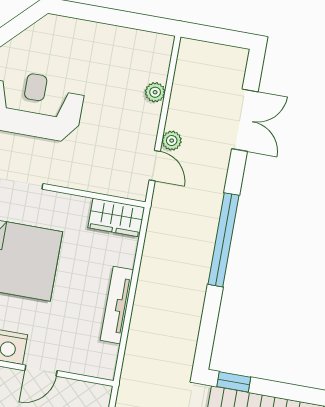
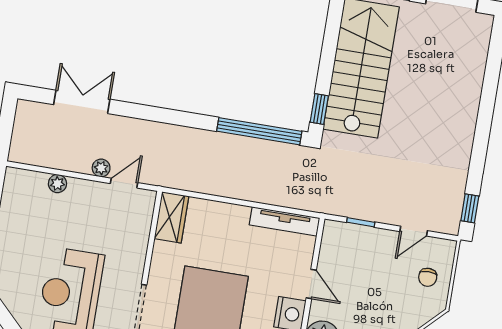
window: (224, 240) -> (259, 131), moved
tv unit: (117, 305) -> (284, 221), moved

